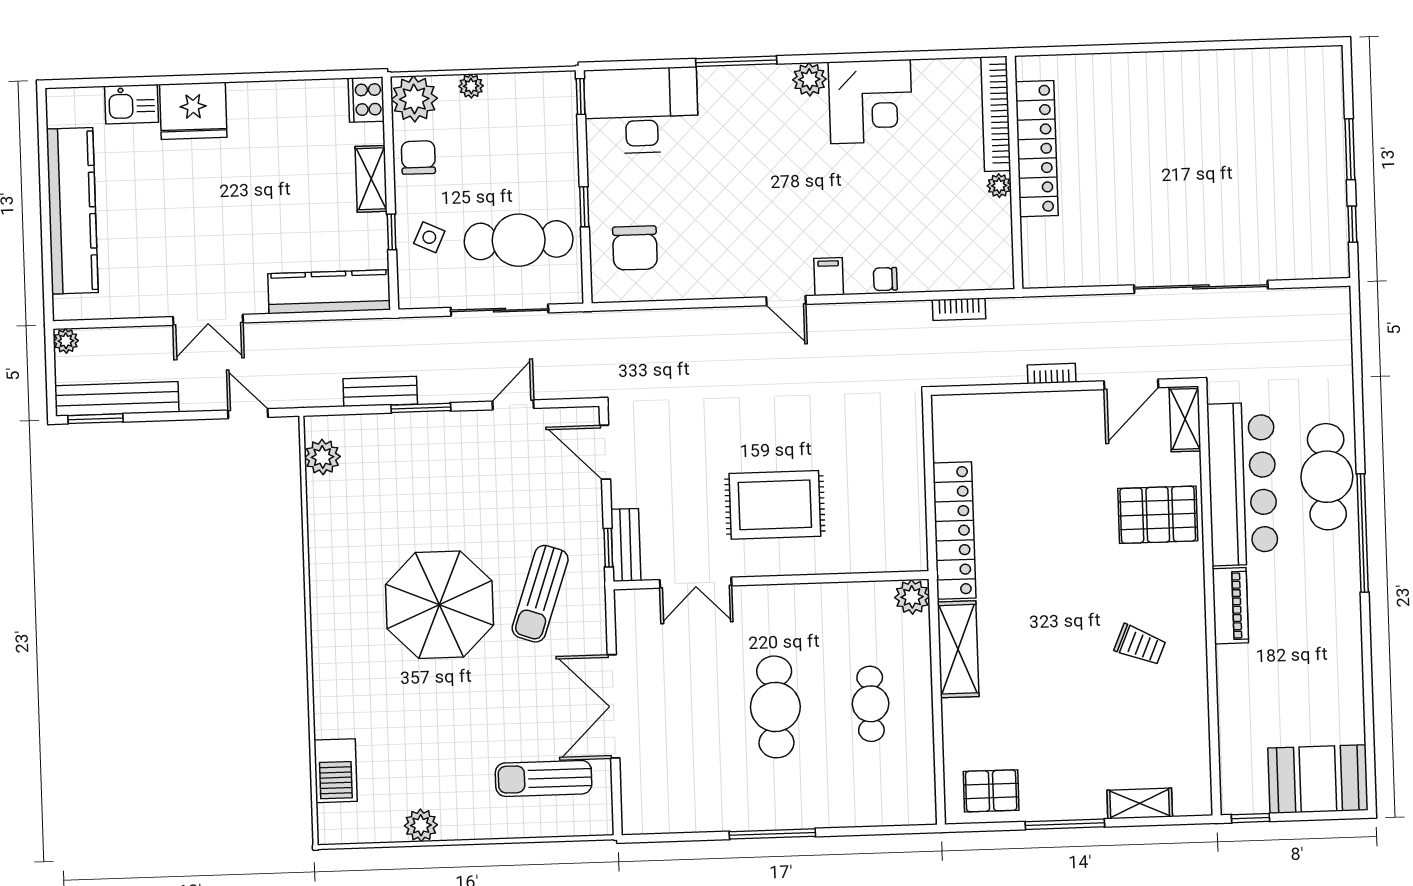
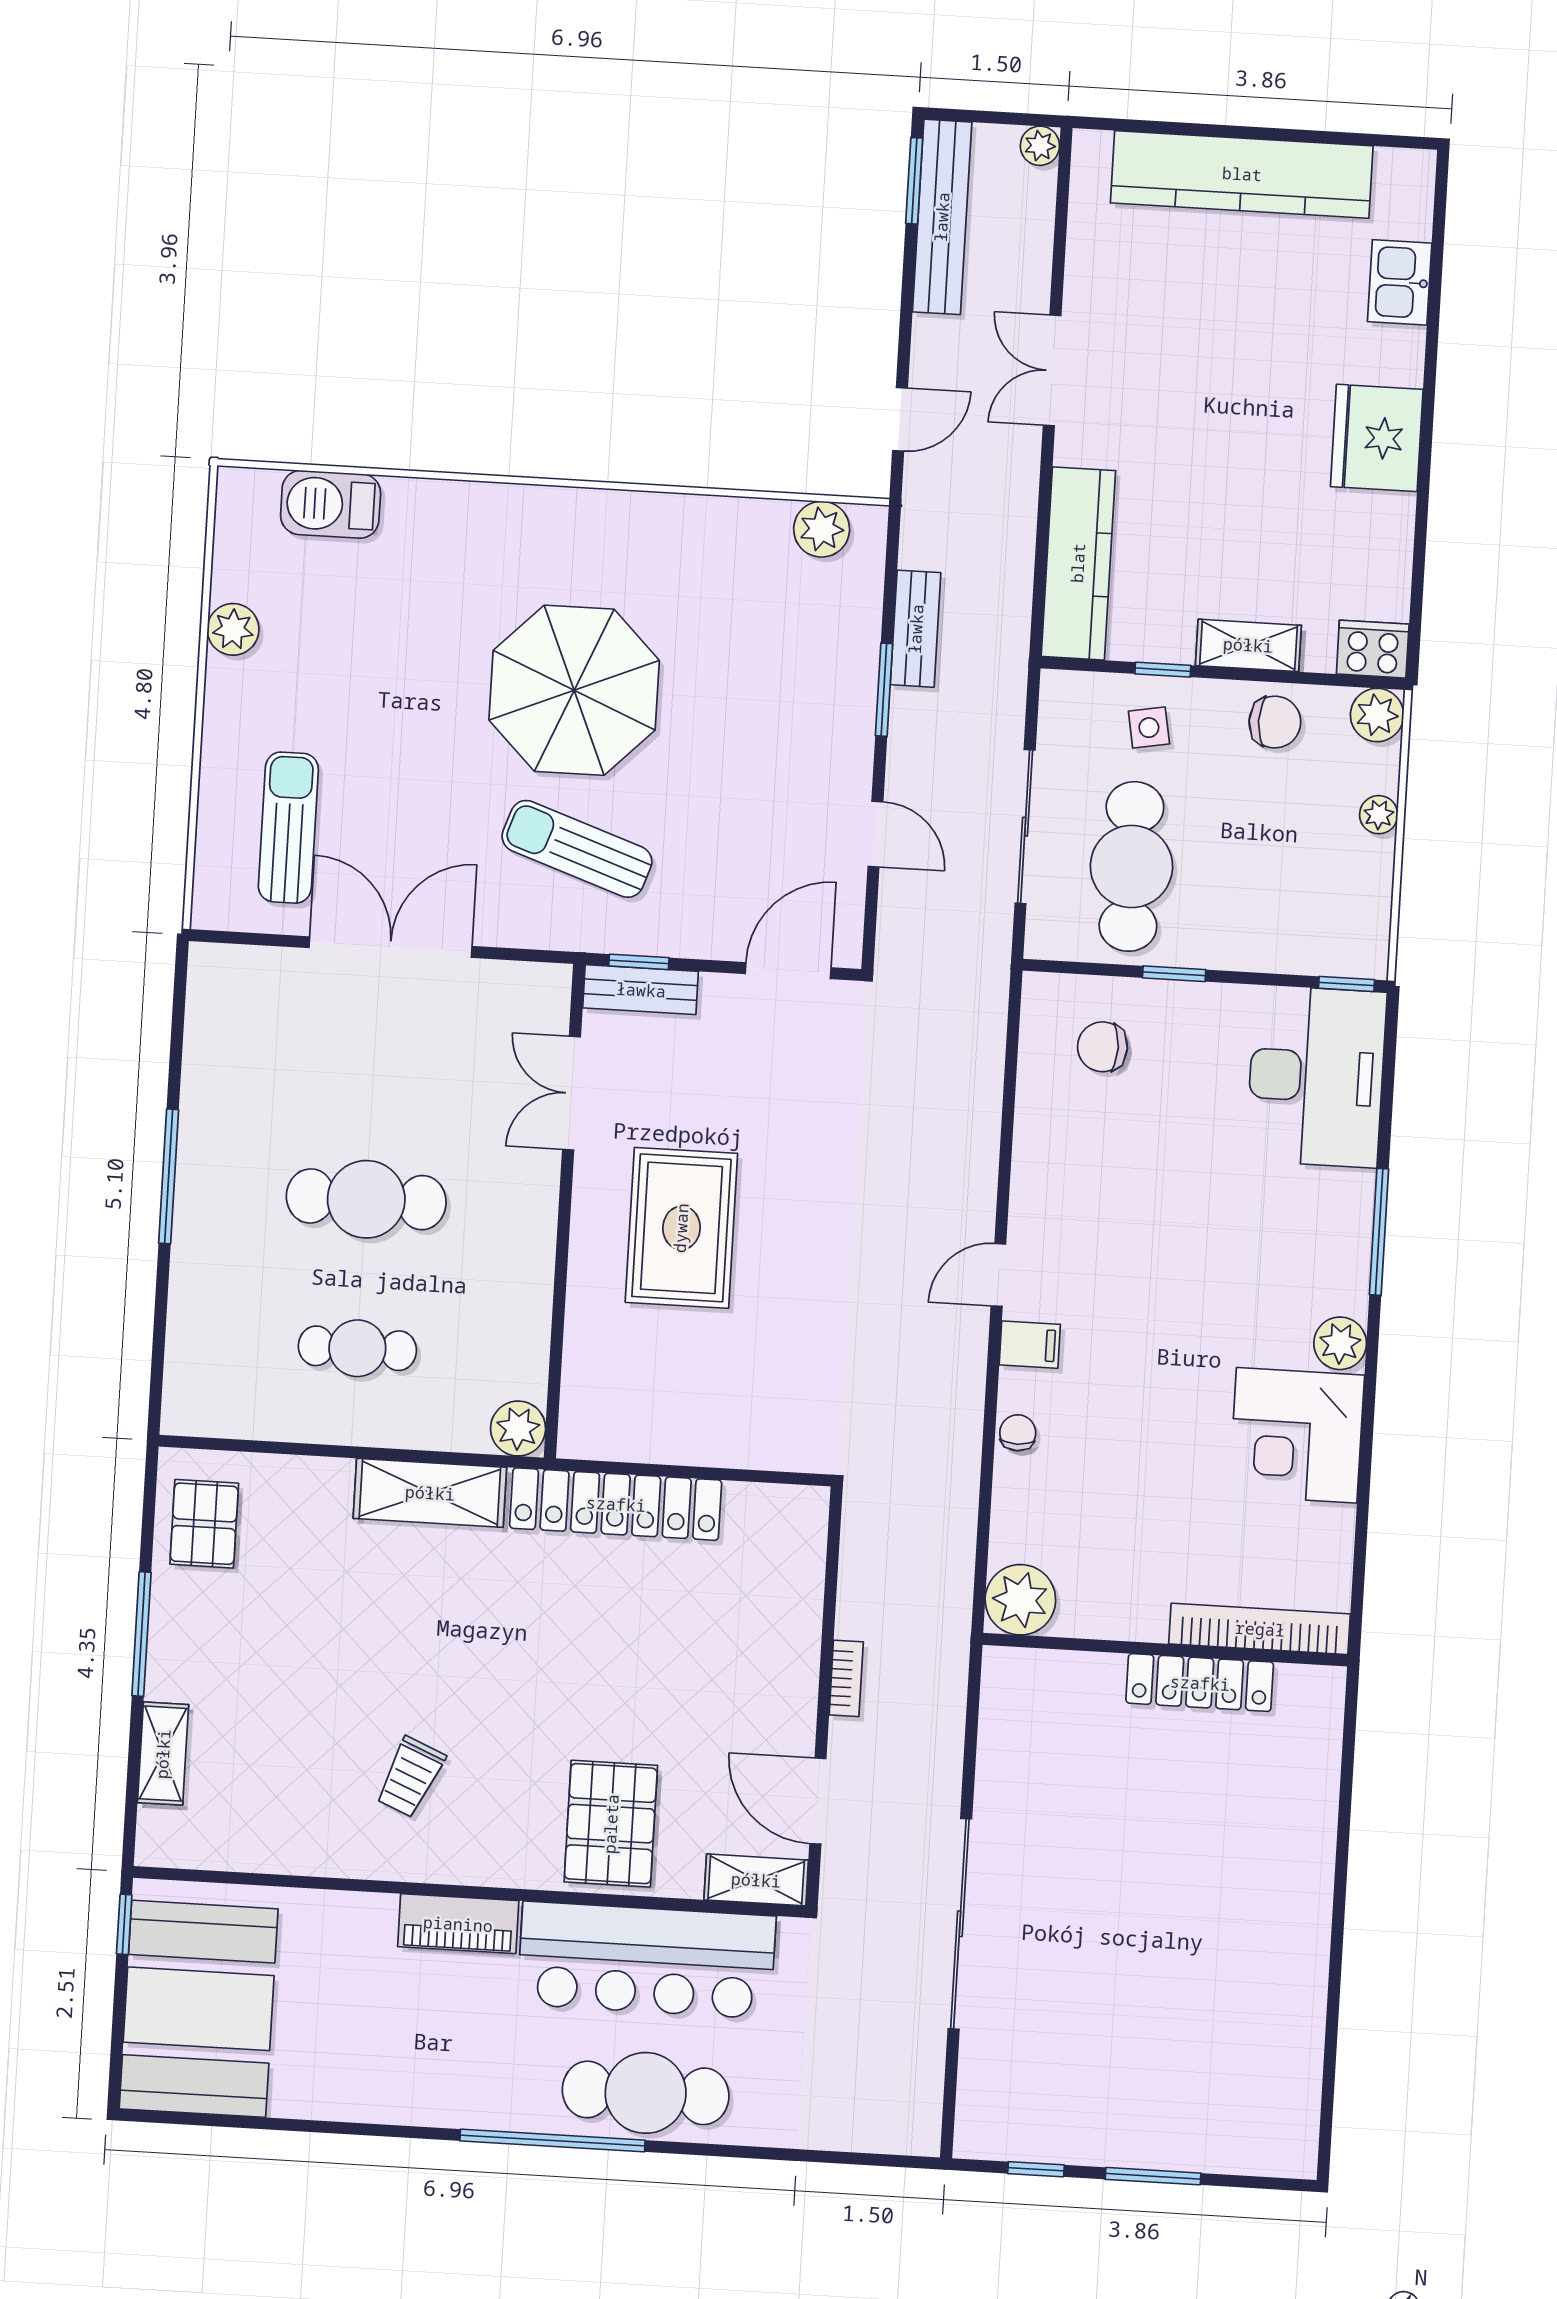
plant: (414, 99) -> (1377, 715), width x0.73, depth x0.73
fridge: (193, 111) -> (1377, 438), moved
locker: (1037, 149) -> (1200, 1683), width x0.71, depth x0.83
plant: (999, 186) -> (1020, 1600), moved, width x1.88, depth x1.88
side table: (429, 237) -> (1149, 728), turned -35
chair: (635, 248) -> (1102, 1047), width x0.73, depth x0.73
bookcase: (959, 309) -> (960, 1543), removed
booth: (1318, 779) -> (199, 2009), width x1.36, depth x1.42

